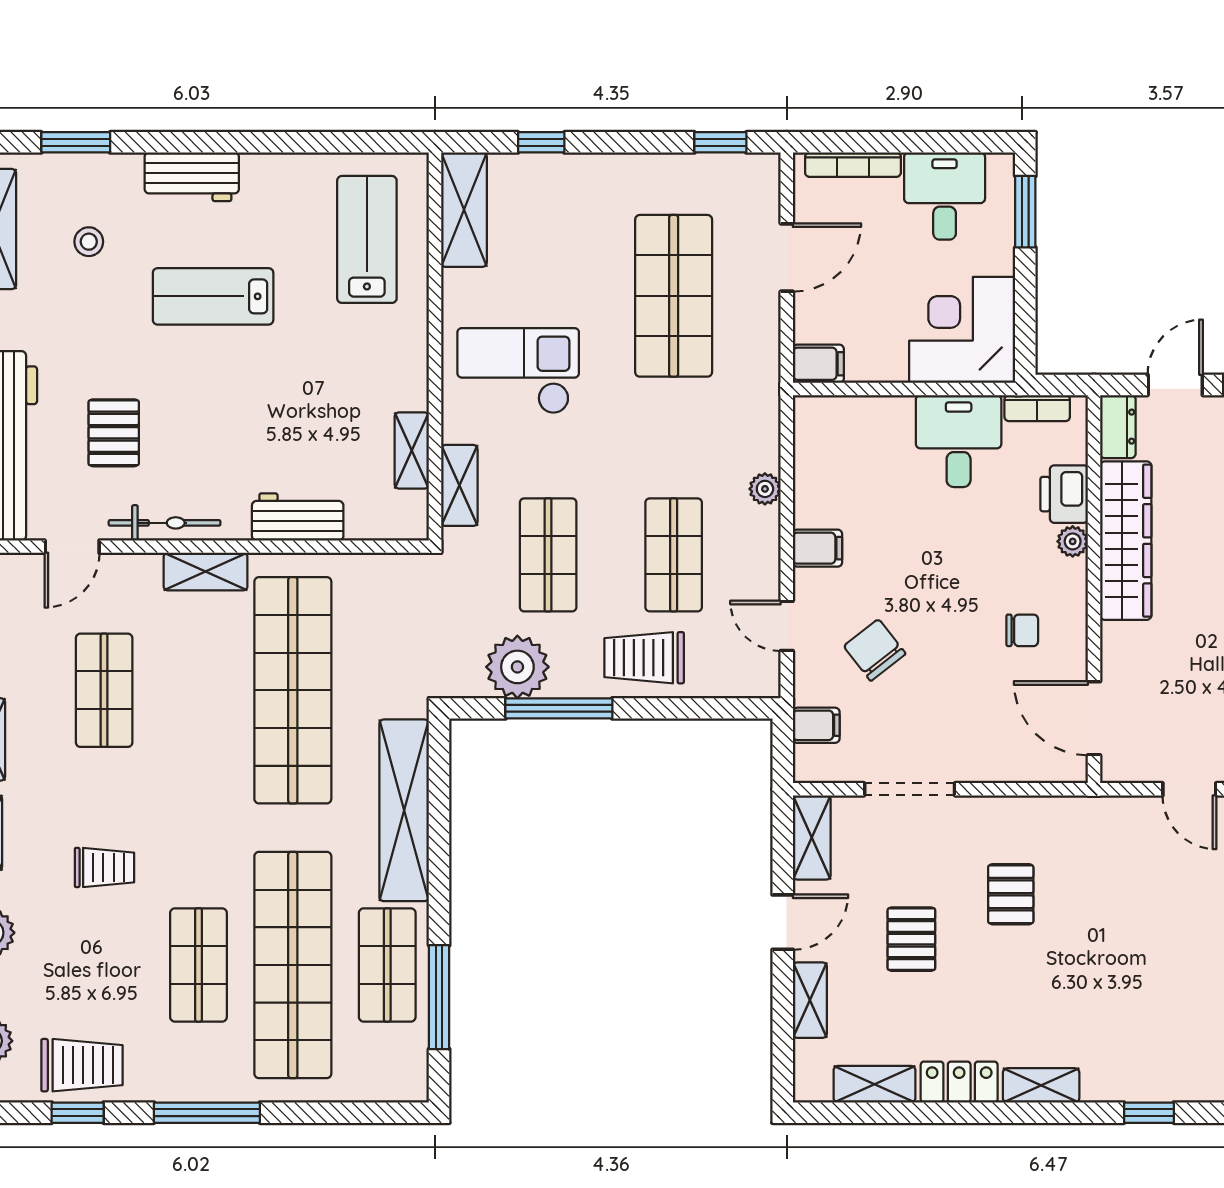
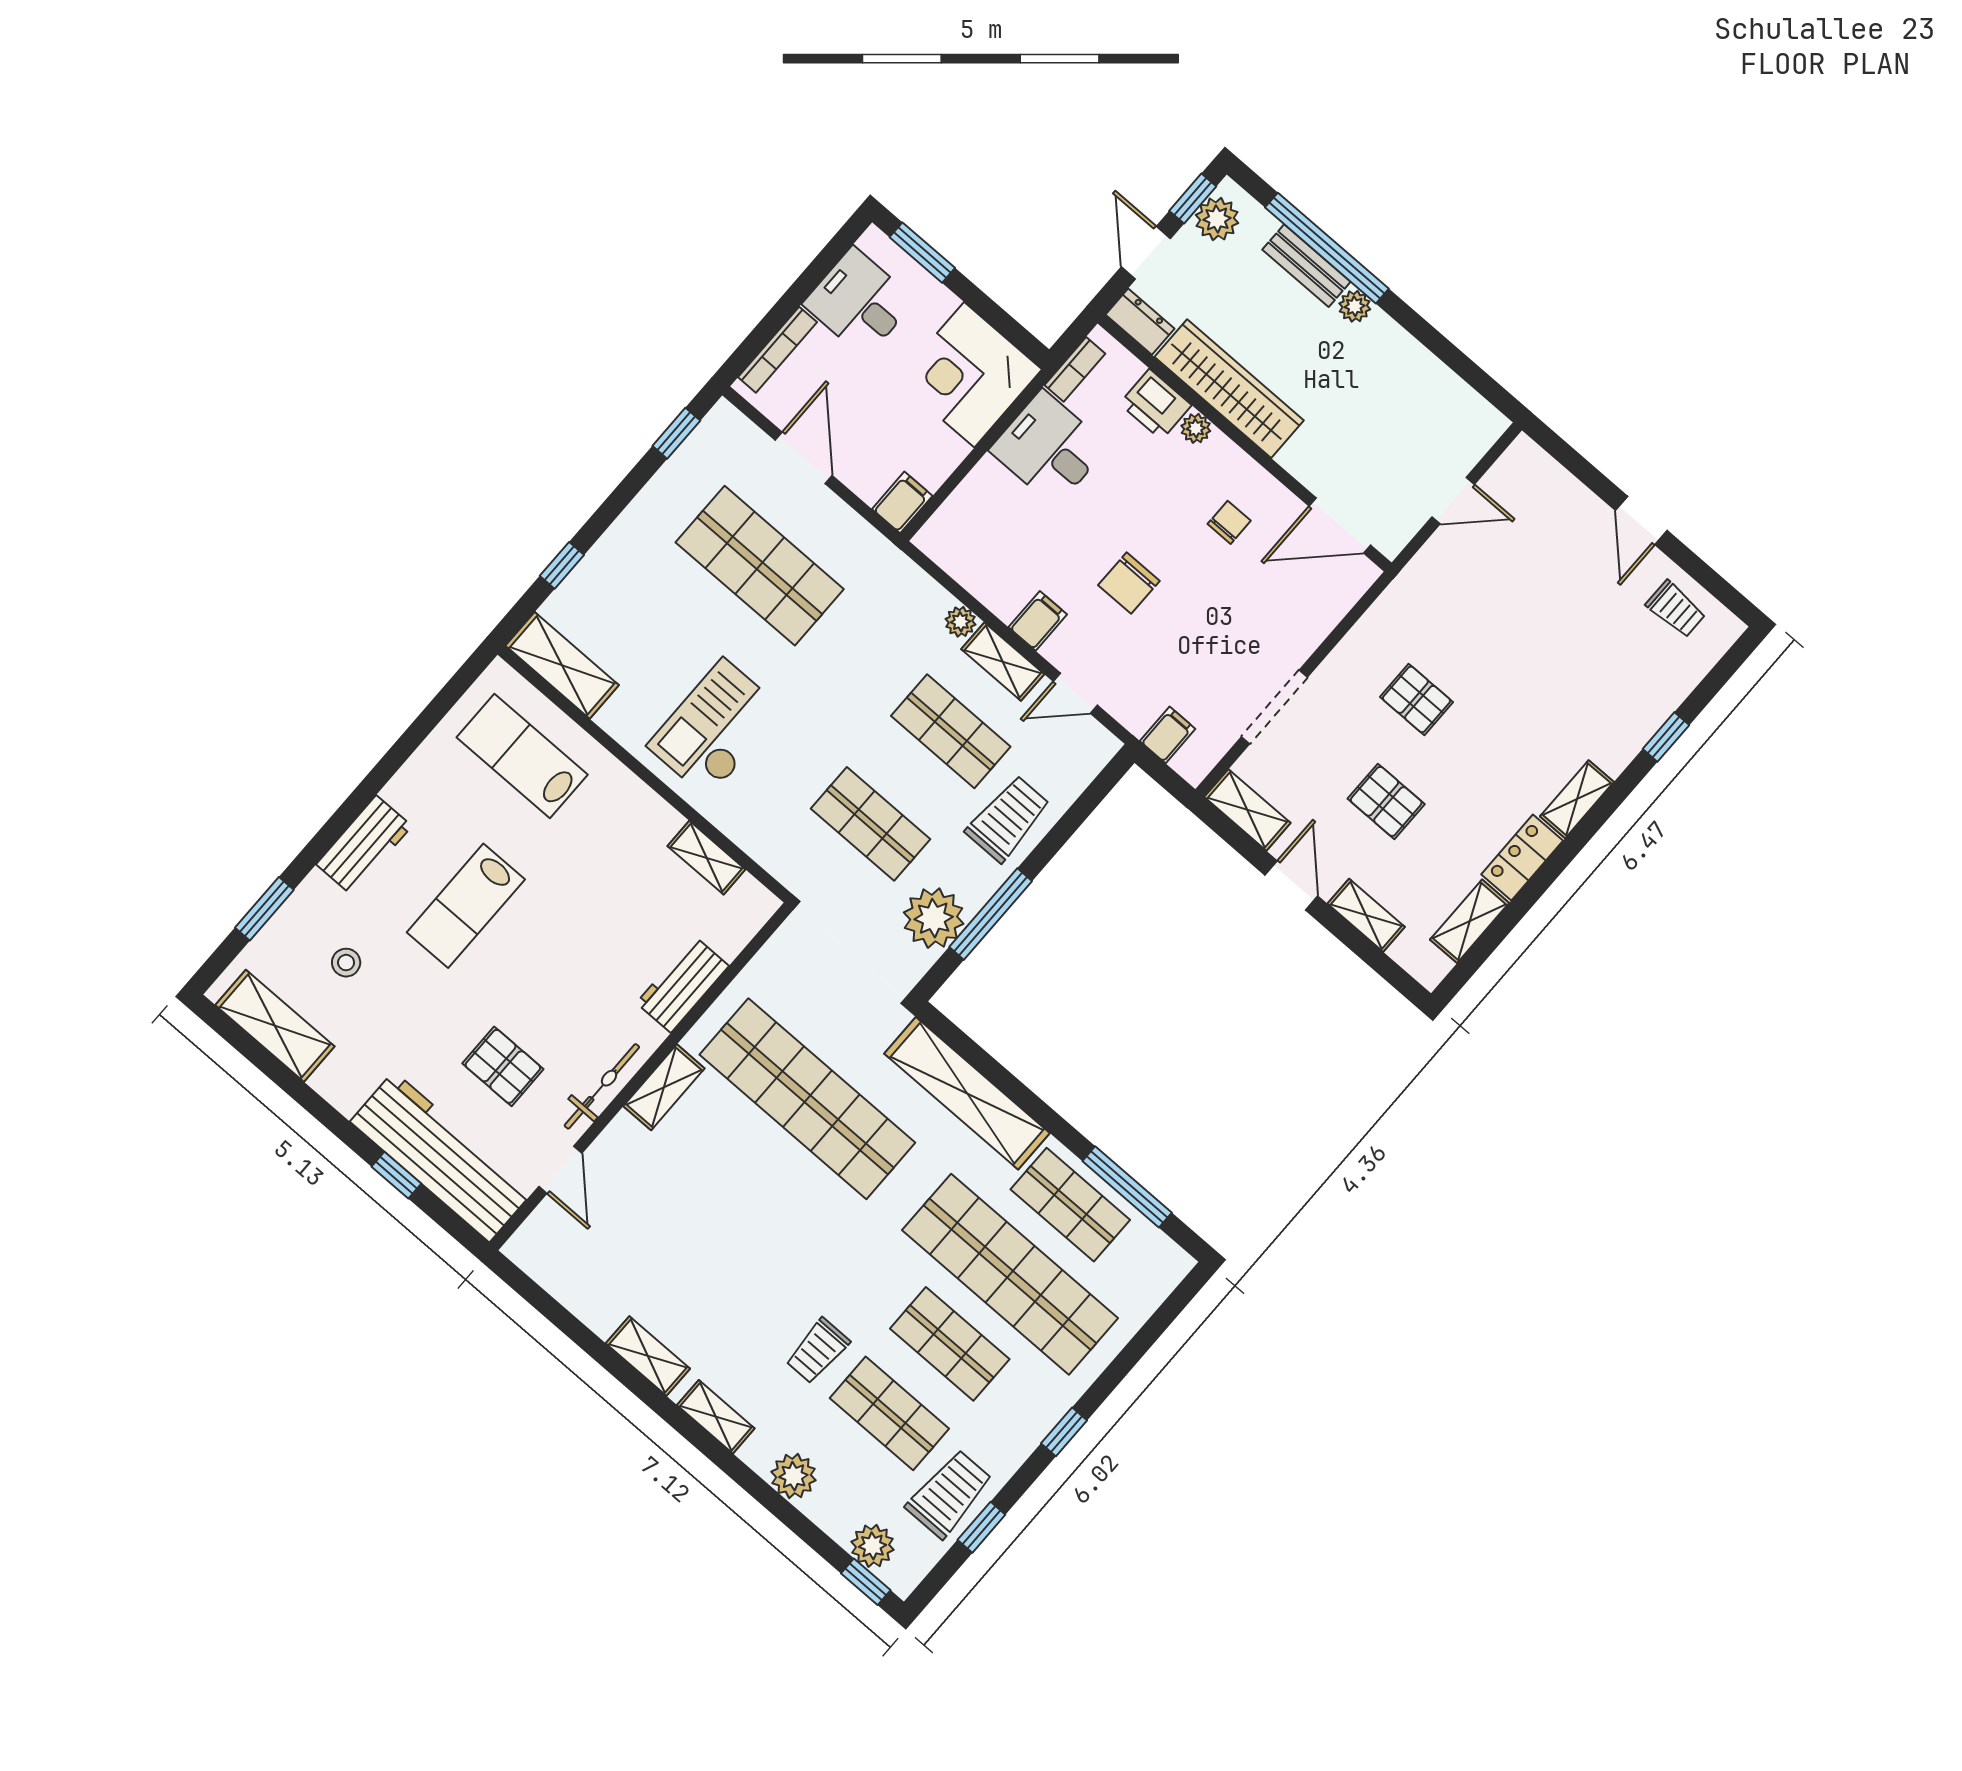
shelving: (459, 485) -> (1003, 662), moved
chair: (875, 650) -> (1129, 583), moved, turned -52
trolley: (644, 658) -> (1008, 819), turned 180
shop shelf: (104, 690) -> (889, 1413), moved
trolley: (104, 867) -> (818, 1351), turned 180
window: (207, 1113) -> (1064, 1432), width x0.46

